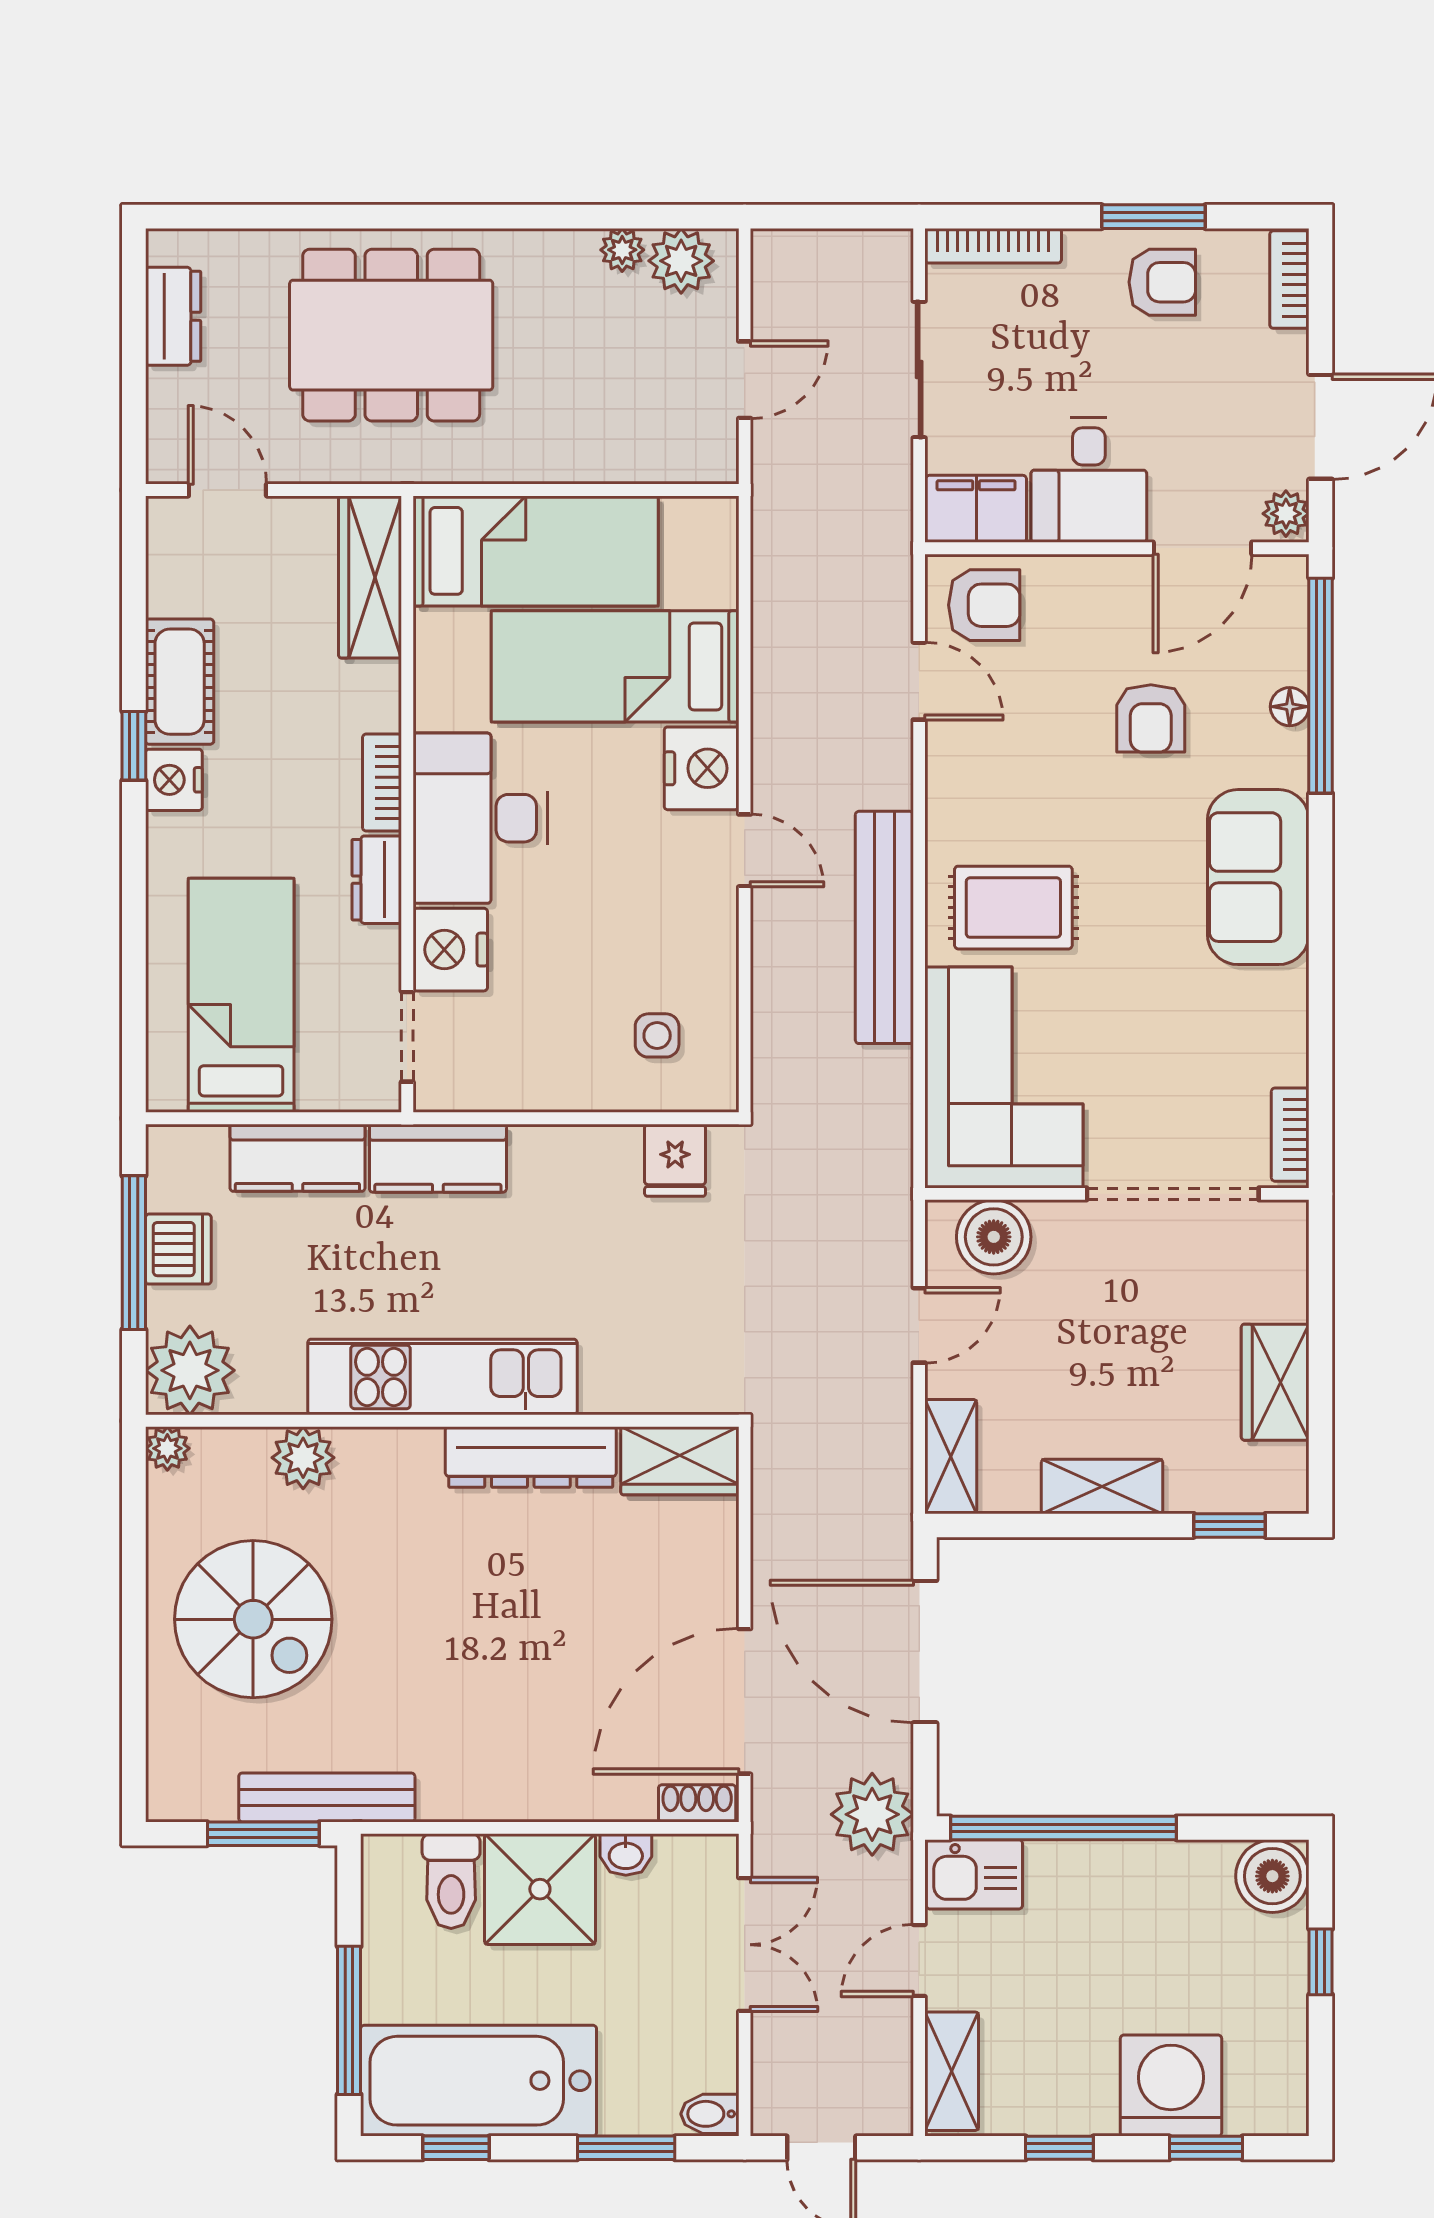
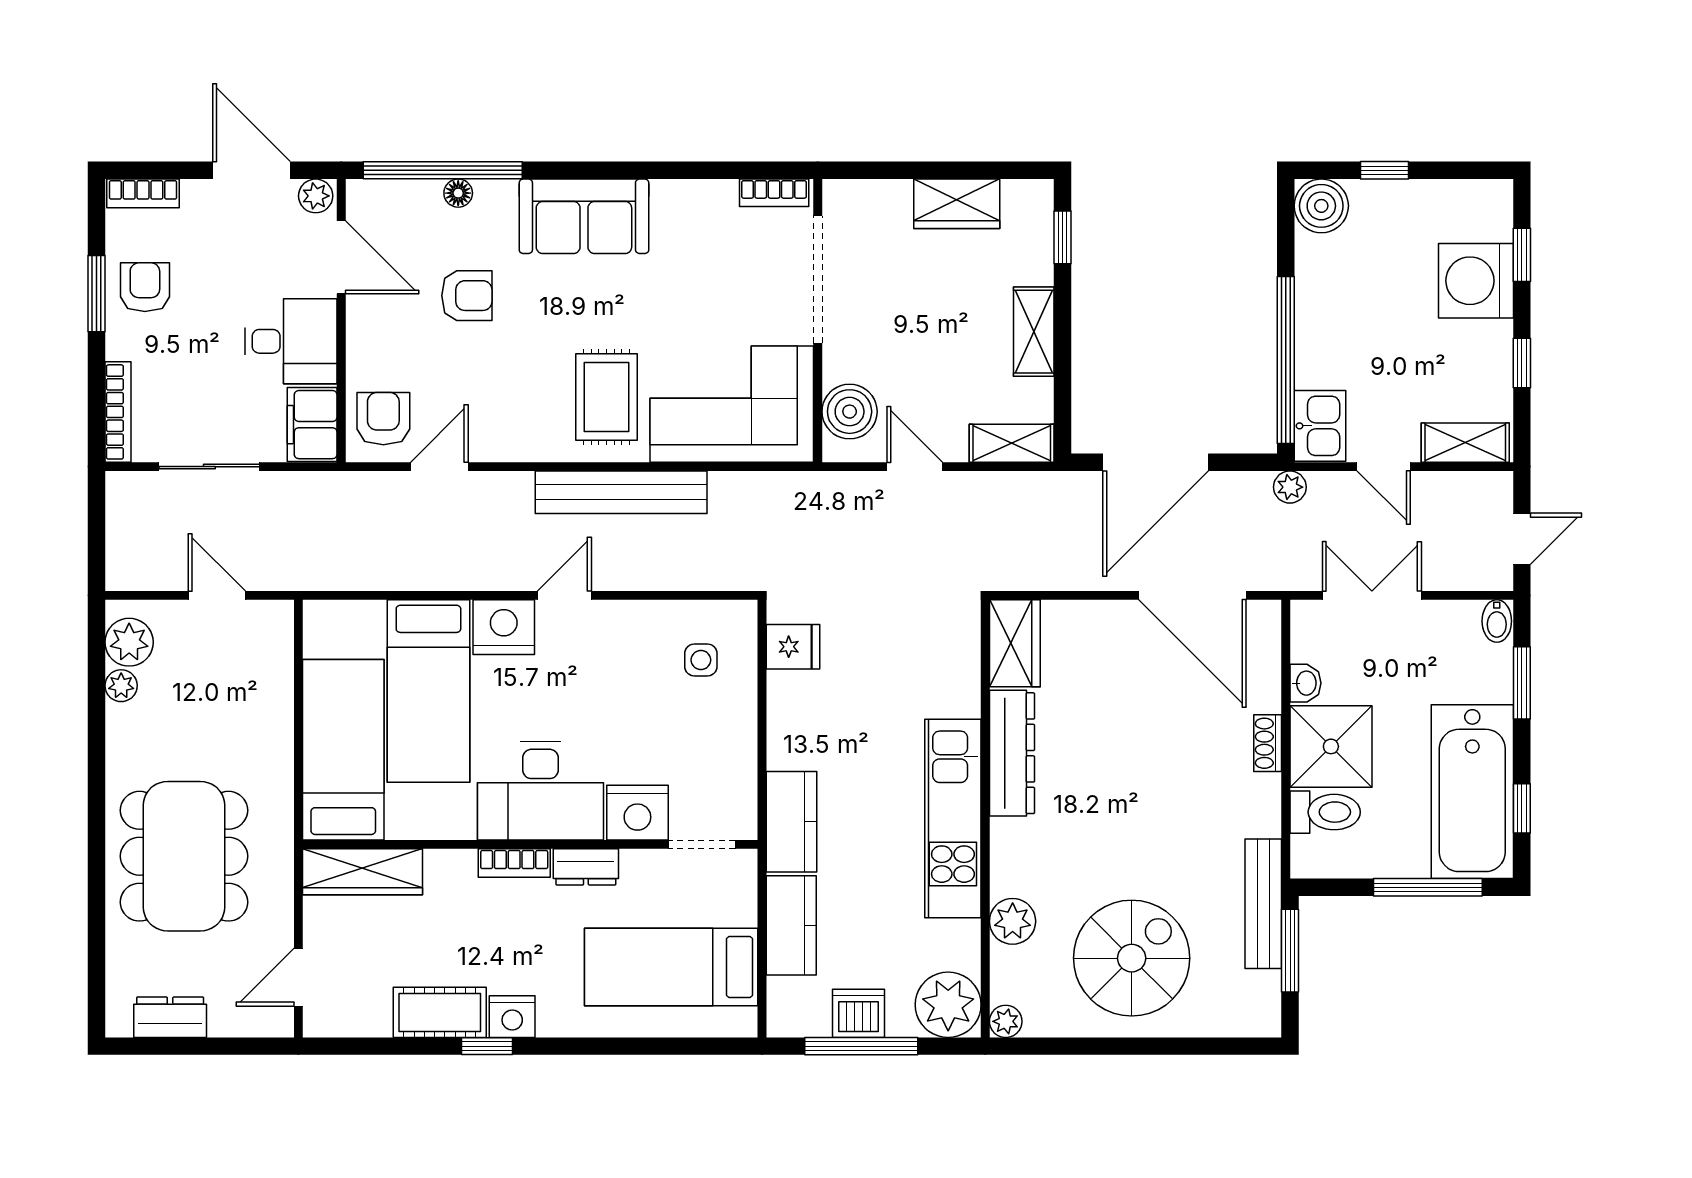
shoe rack: (697, 1803) -> (1268, 743), moved
plant: (872, 1814) -> (1290, 487), width x0.53, depth x0.53

